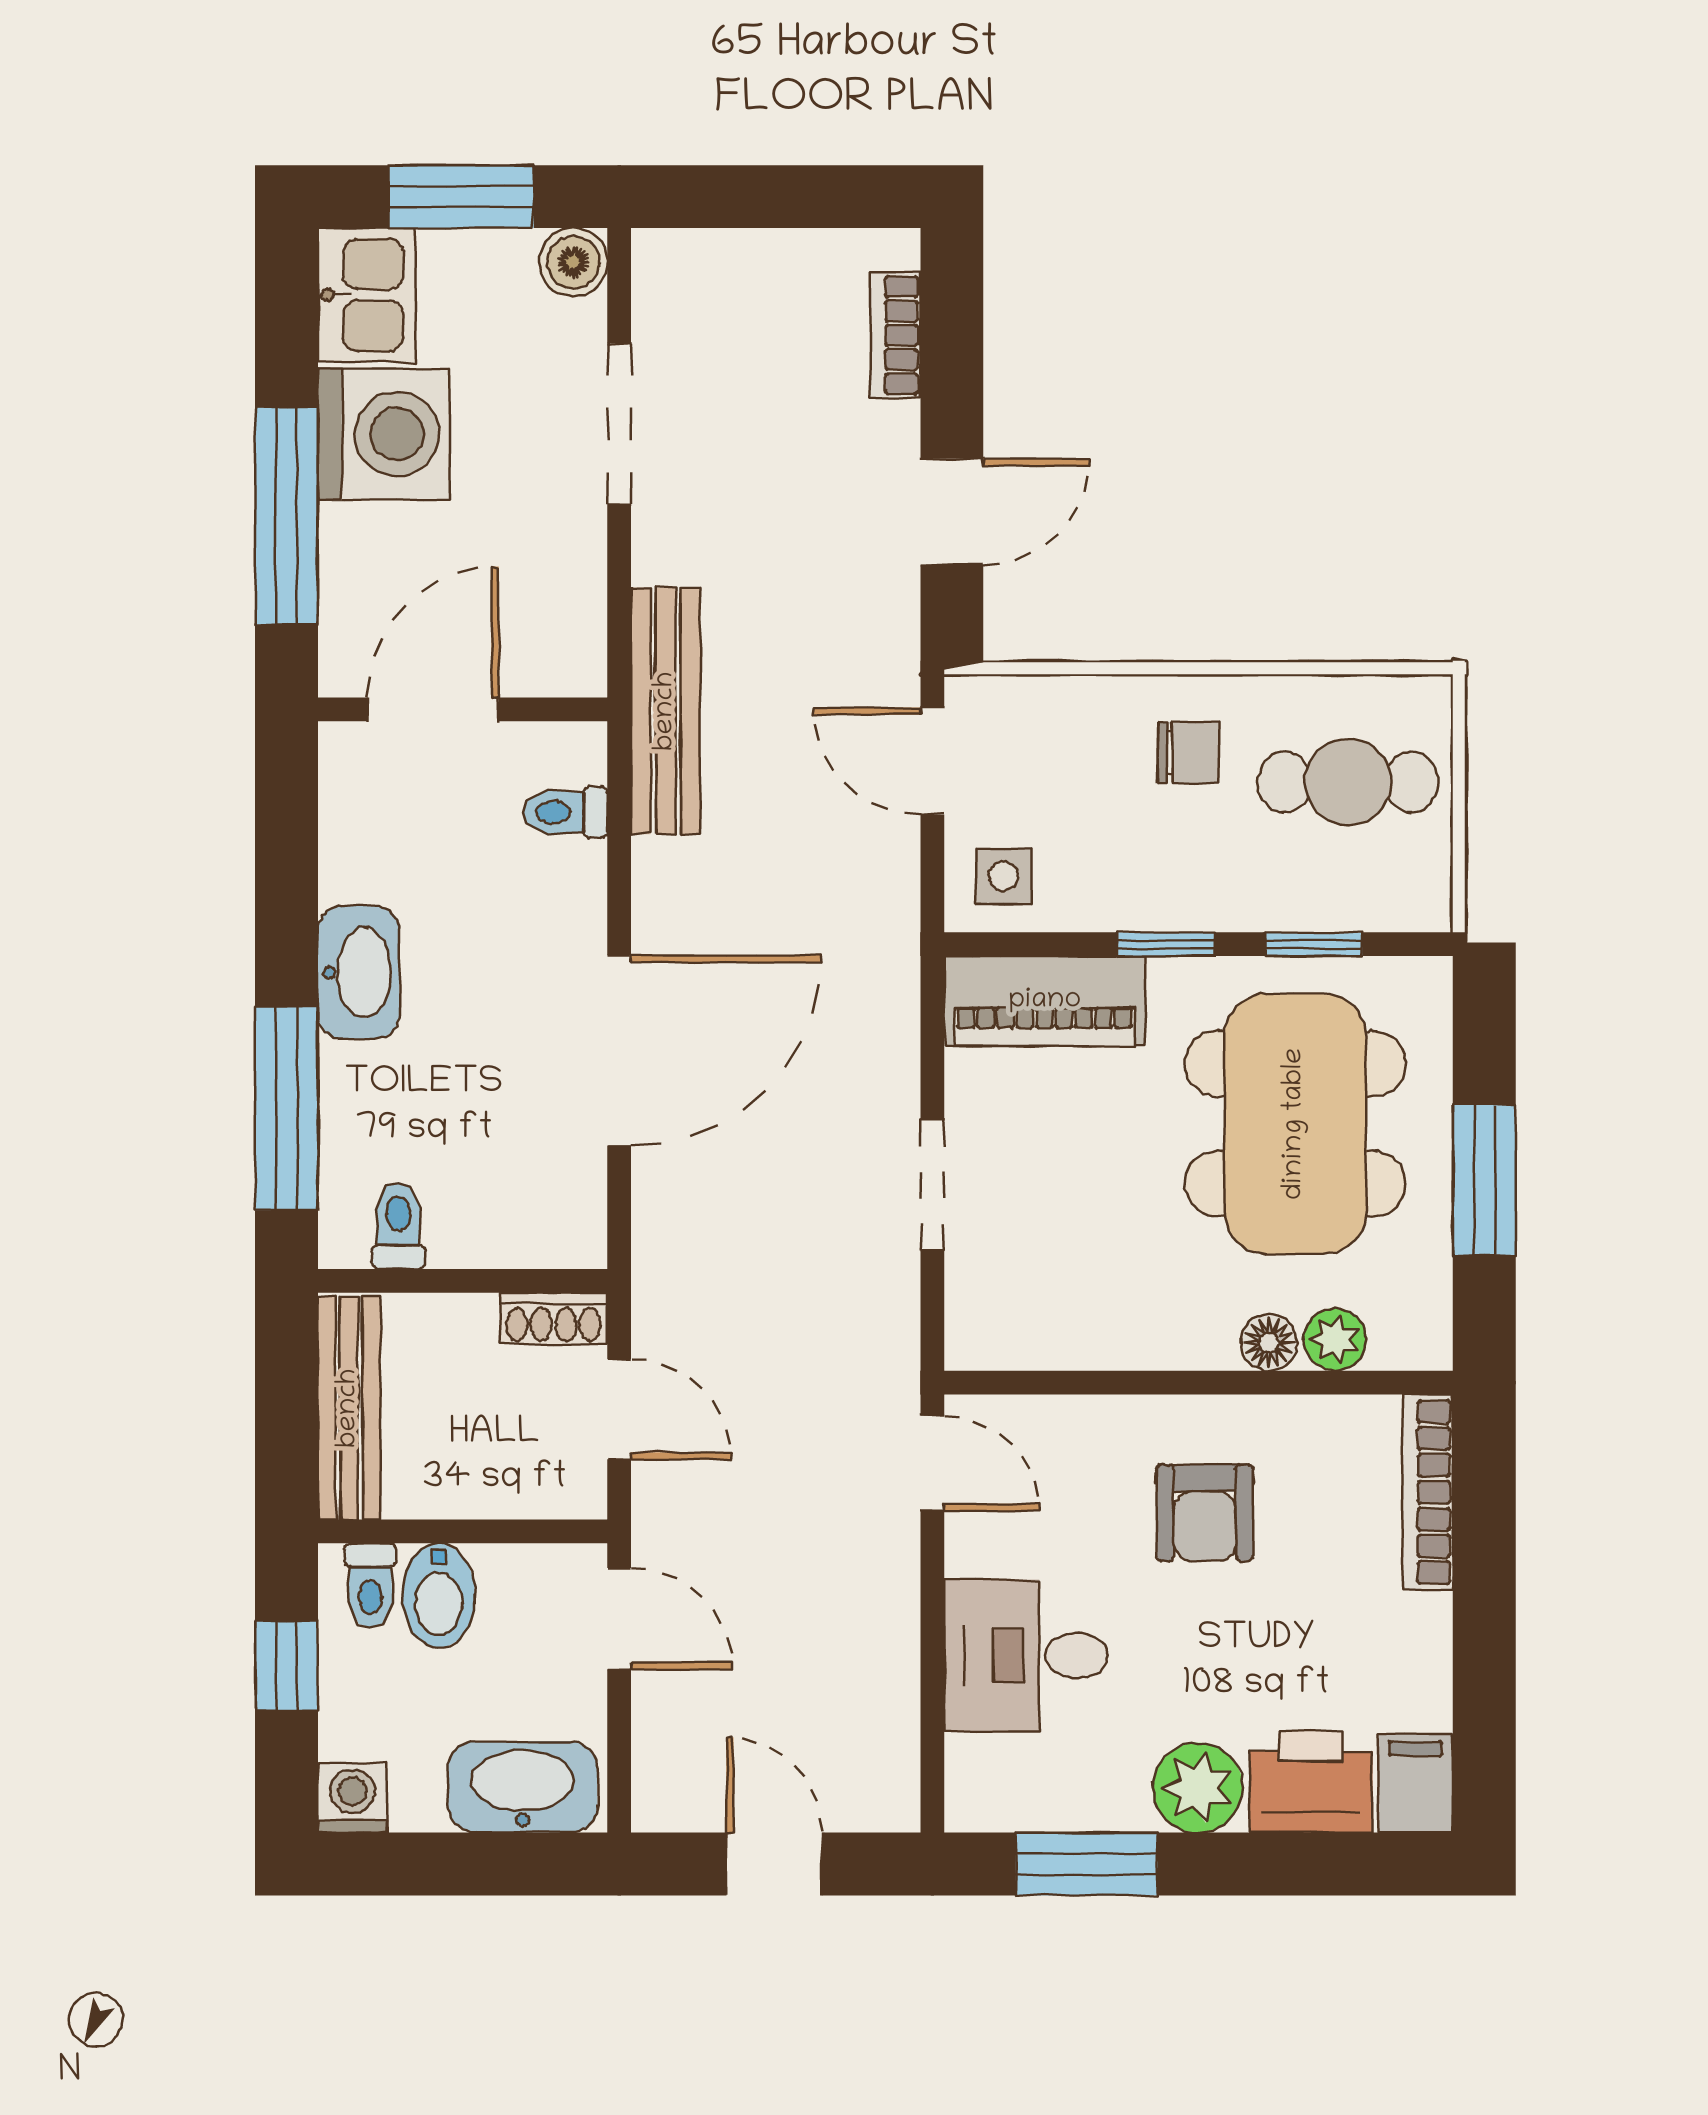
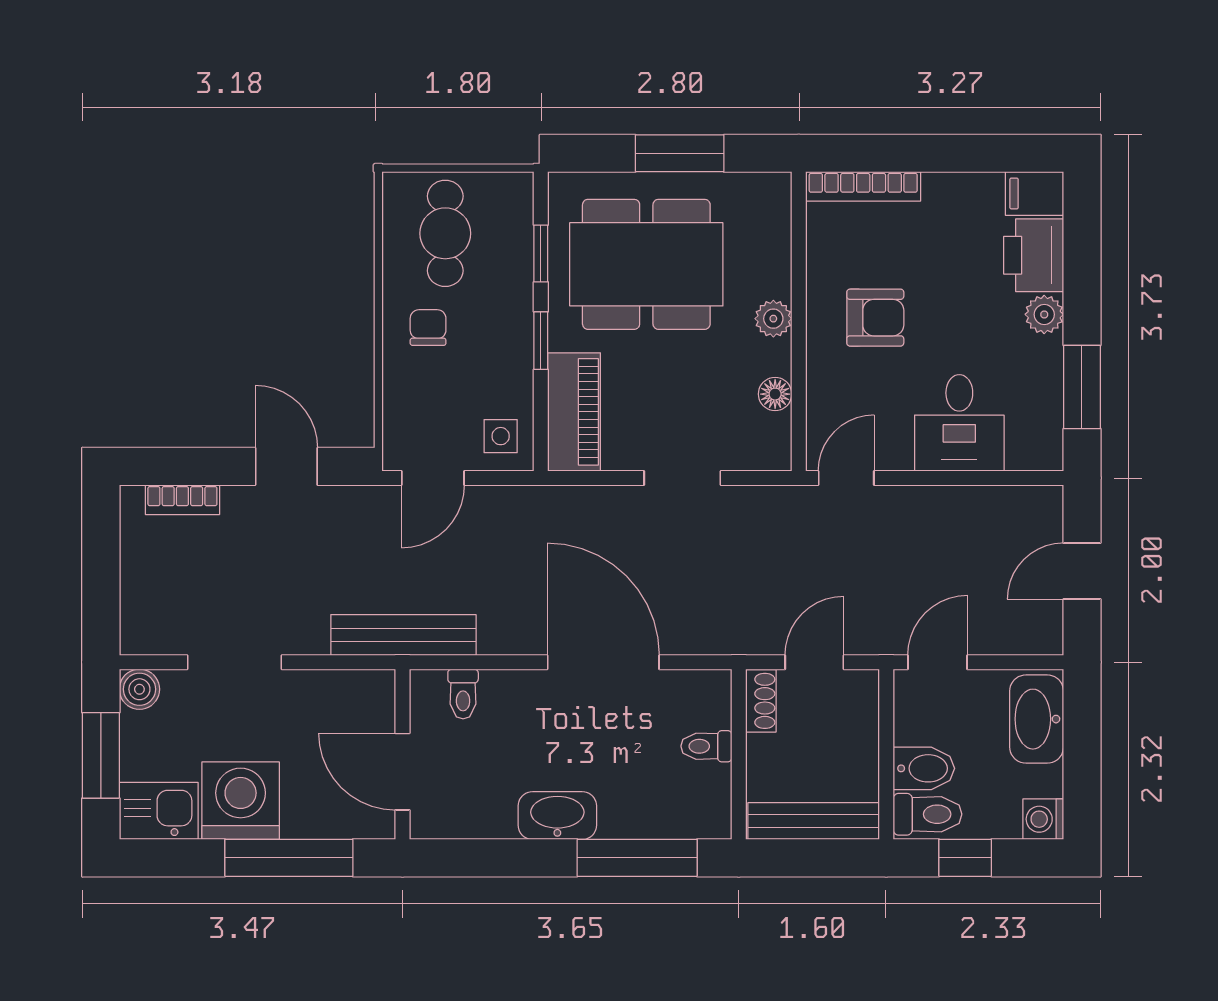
toilet: (398, 1226) -> (706, 746), moved
plant: (1335, 1339) -> (773, 319), moved
floor lamp: (1269, 1343) -> (775, 394), moved
toilet: (370, 1585) -> (928, 814), width x1.37, depth x1.39
plant: (1198, 1788) -> (1044, 314), width x0.73, depth x0.73

